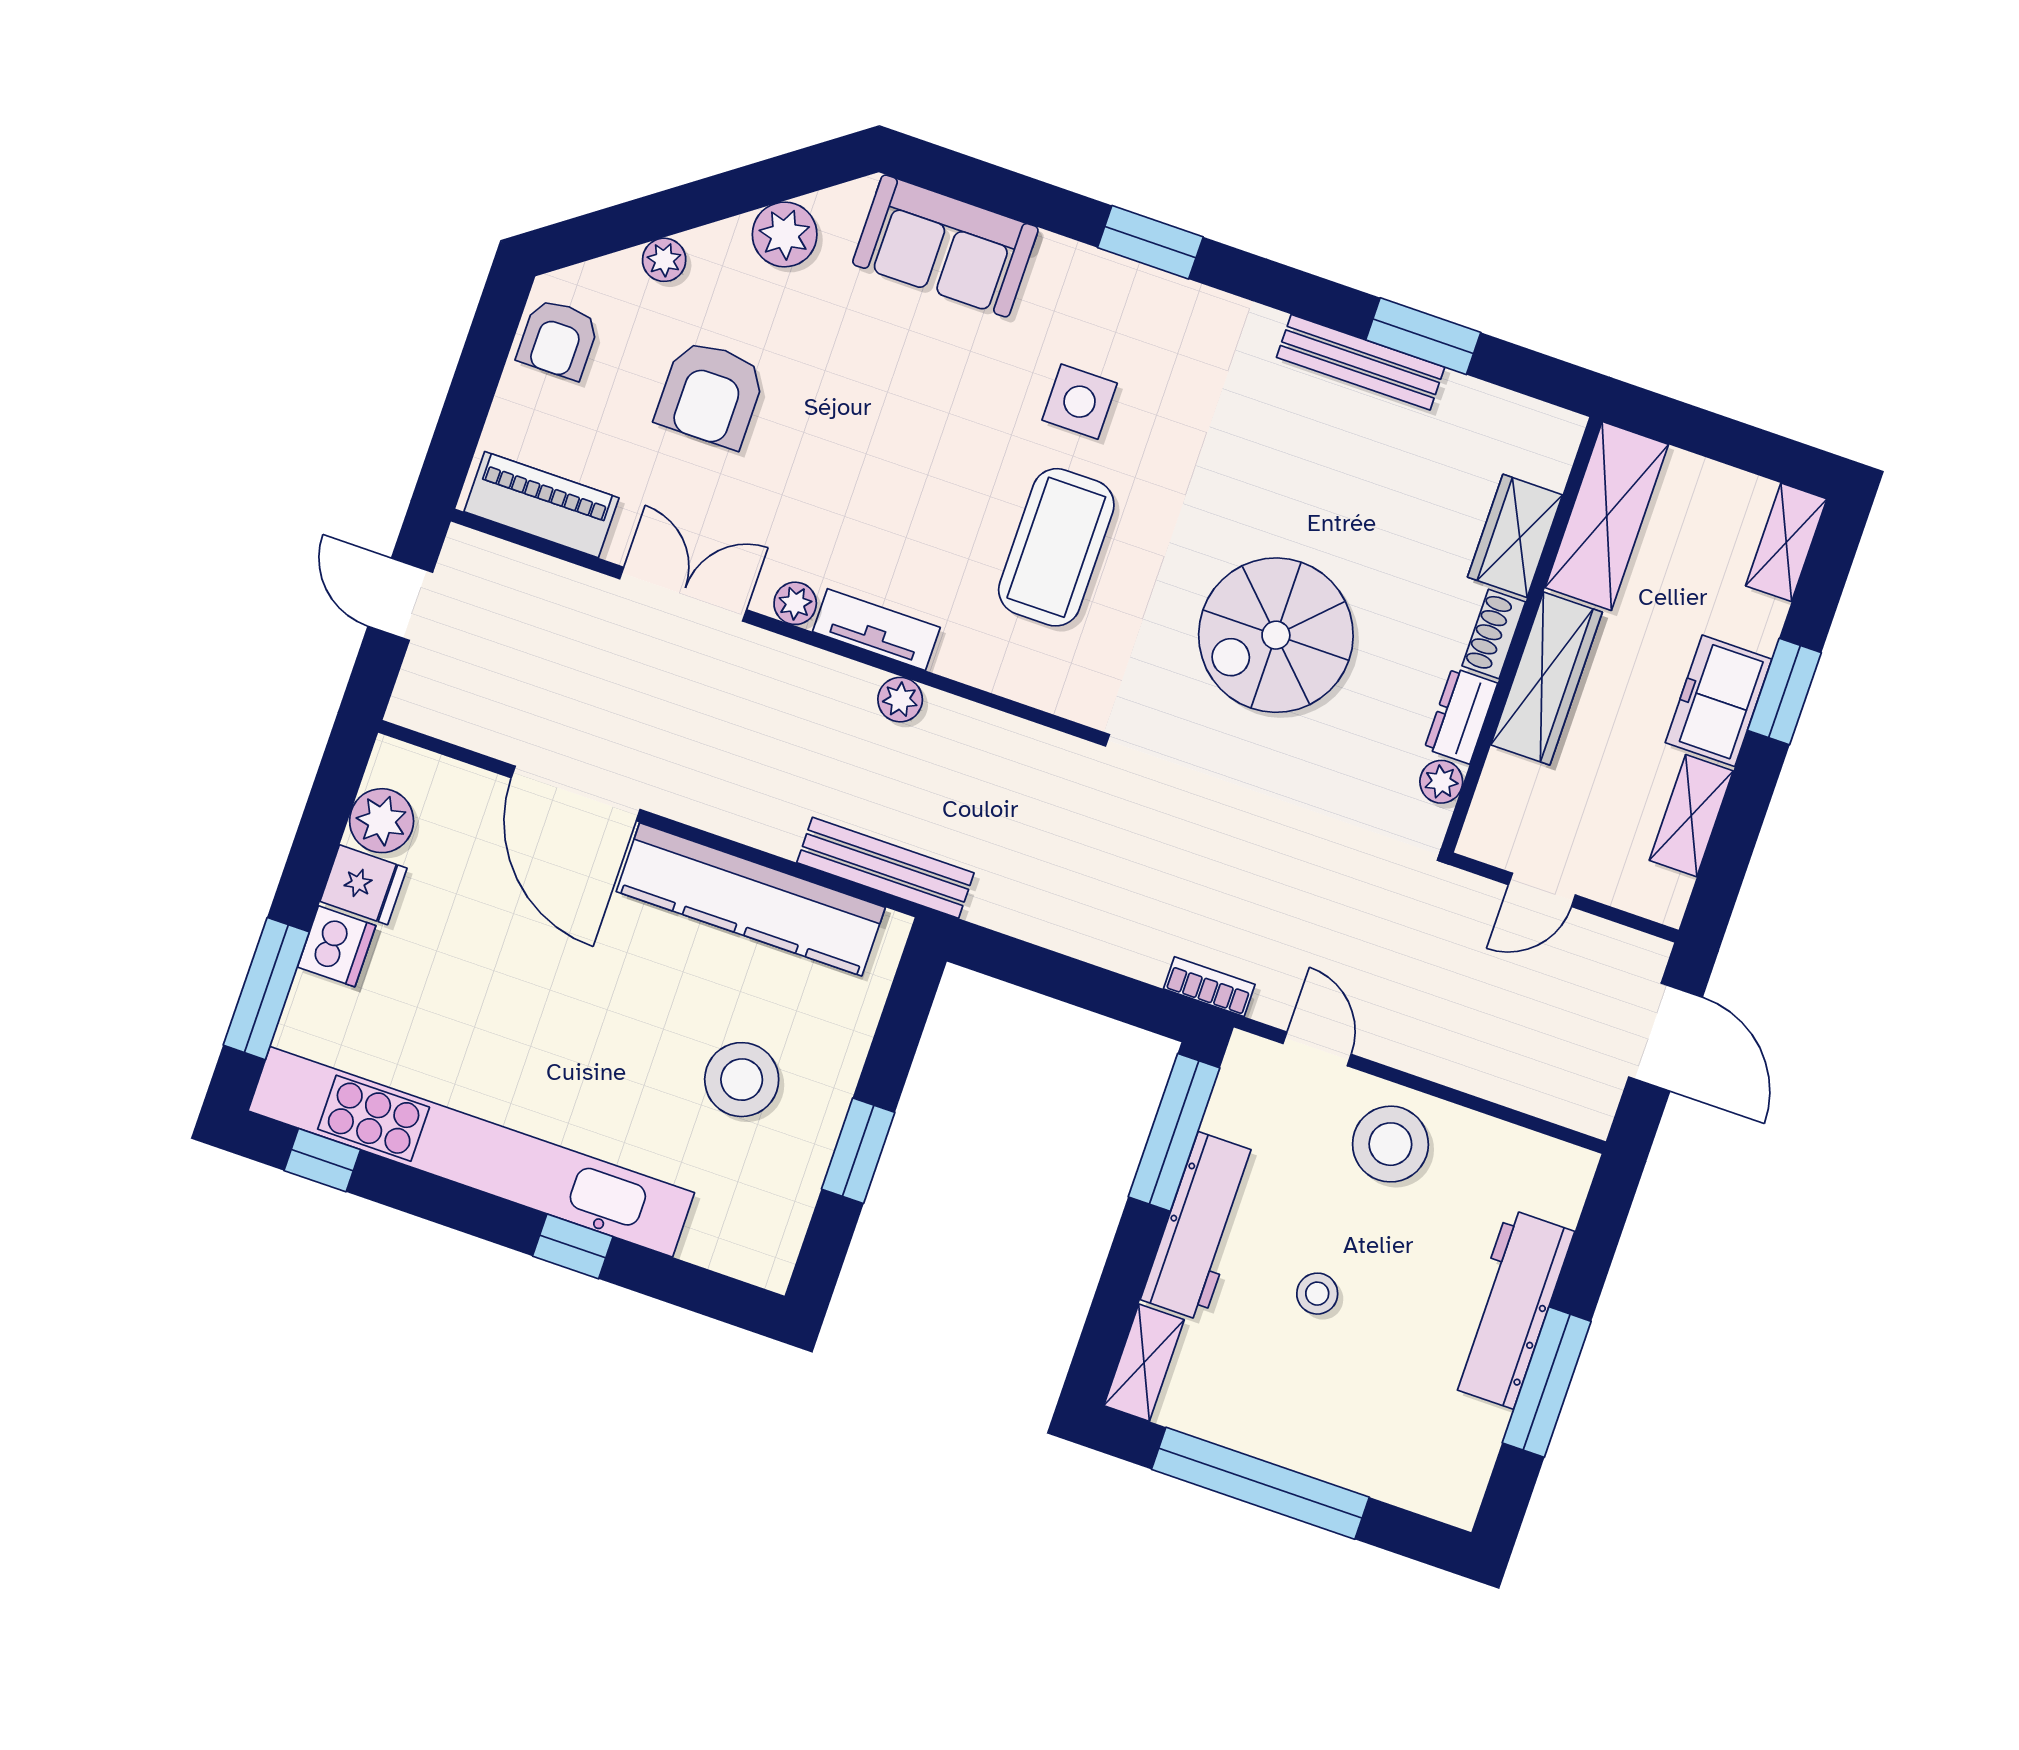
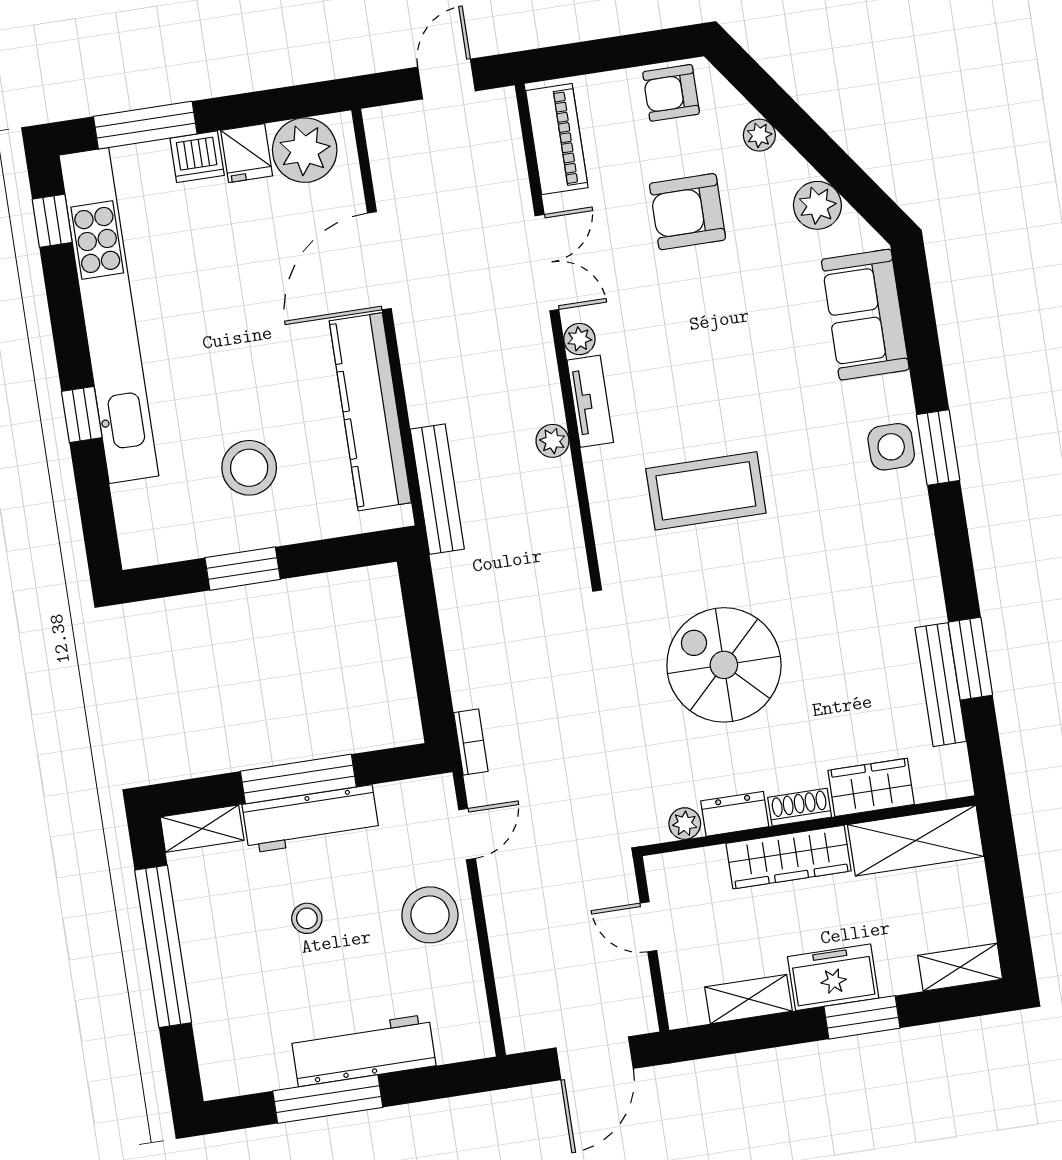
bench: (1361, 362) -> (941, 685), moved
side table: (1080, 402) -> (891, 447), moved
plant: (382, 821) -> (305, 150), width x1.36, depth x1.36
window: (1174, 1132) -> (298, 779), moved

